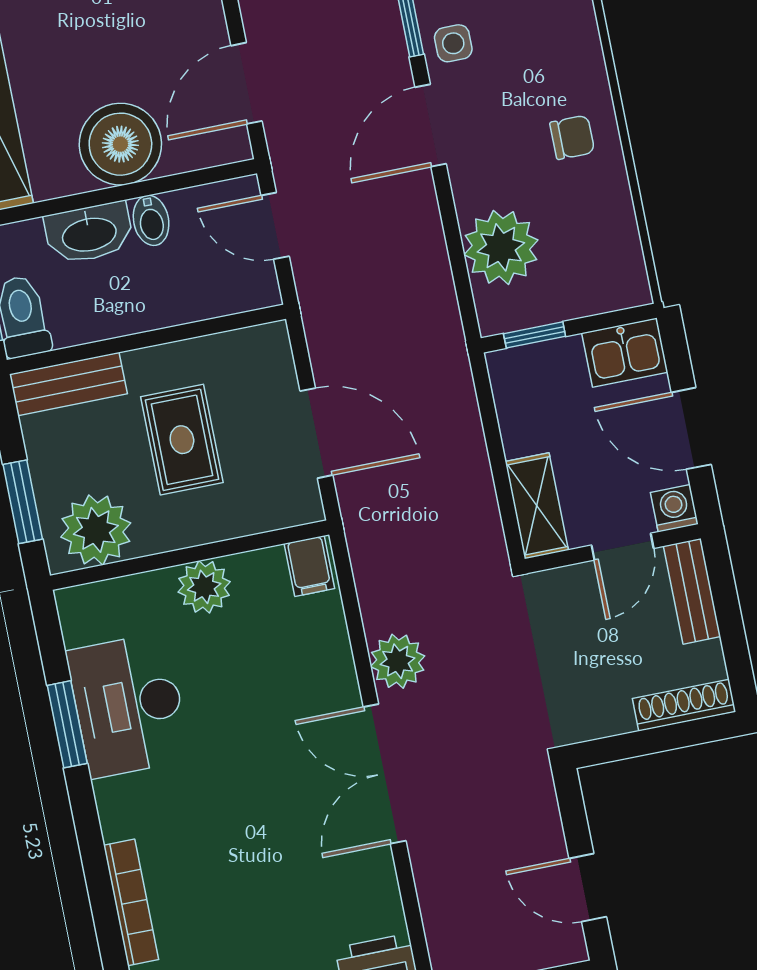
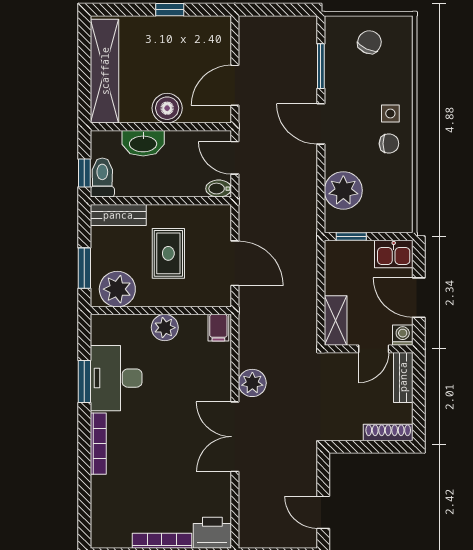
side table: (453, 43) -> (390, 114), moved
door: (431, 126) -> (321, 124), hinge flipped
boiler: (120, 144) -> (167, 108), width x0.73, depth x0.73
bidet: (151, 220) -> (219, 189), moved, turned 90
bookcase: (131, 902) -> (98, 444), moved

